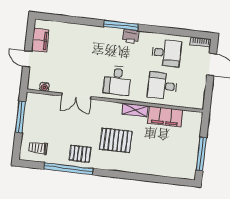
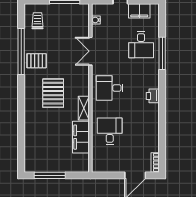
window: (121, 25) -> (162, 53), moved
desk: (166, 53) -> (141, 45), moved
pallet: (80, 154) -> (37, 61), turned 90

